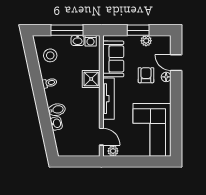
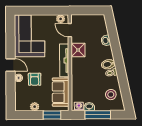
window: (138, 30) -> (52, 115), moved
door: (176, 63) -> (11, 65), moved
shower: (91, 79) -> (78, 50), moved
bidet: (57, 110) -> (108, 64), moved

